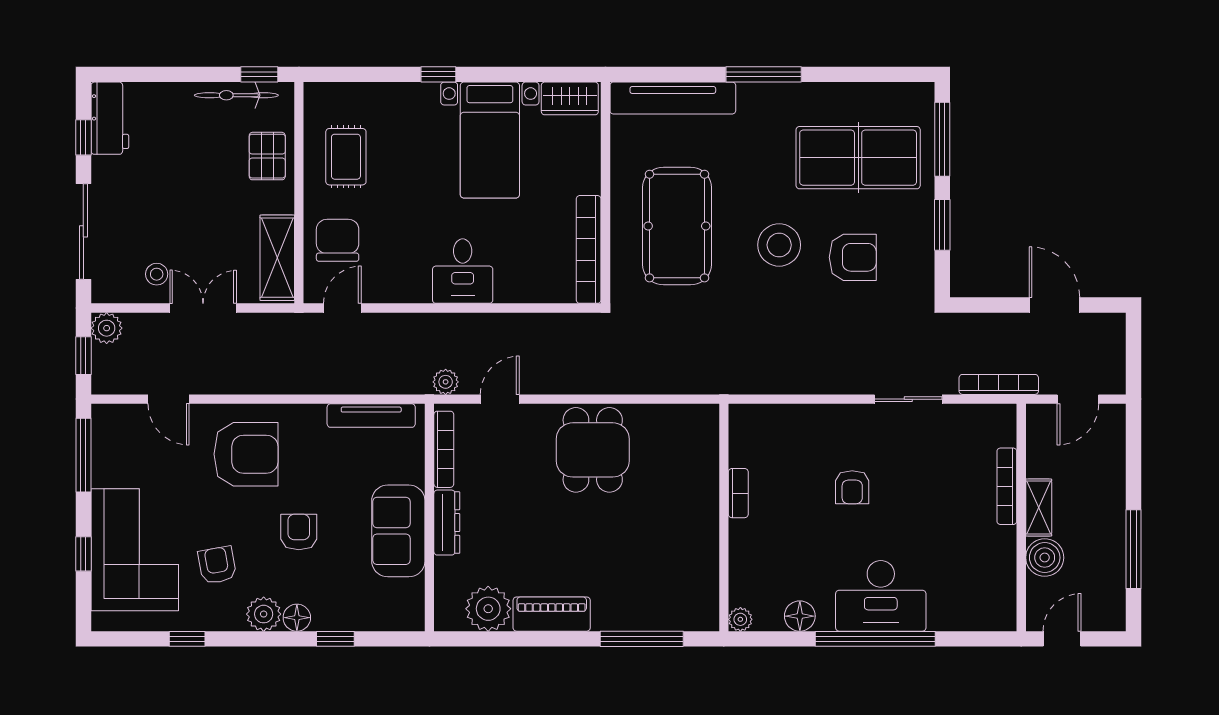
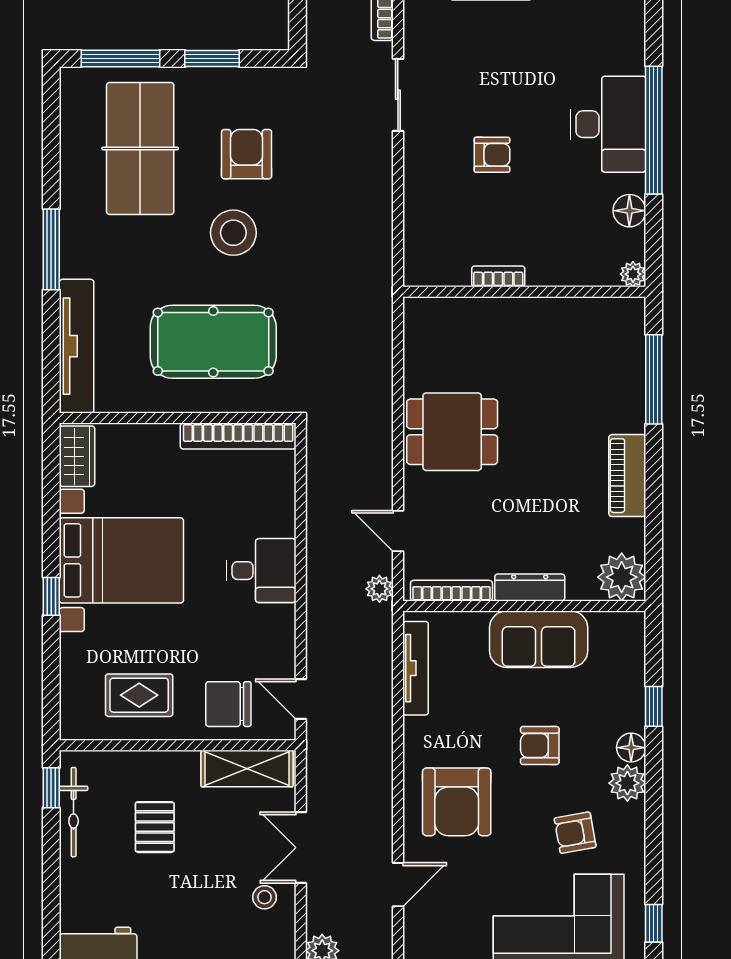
bed with nightstands: (490, 140) -> (121, 560), width x1.36
pallet: (267, 156) -> (155, 827), moved, turned 90
armchair: (246, 454) -> (457, 802), turned 180
plant: (488, 609) -> (622, 577), moved
window: (187, 639) -> (654, 923), moved

